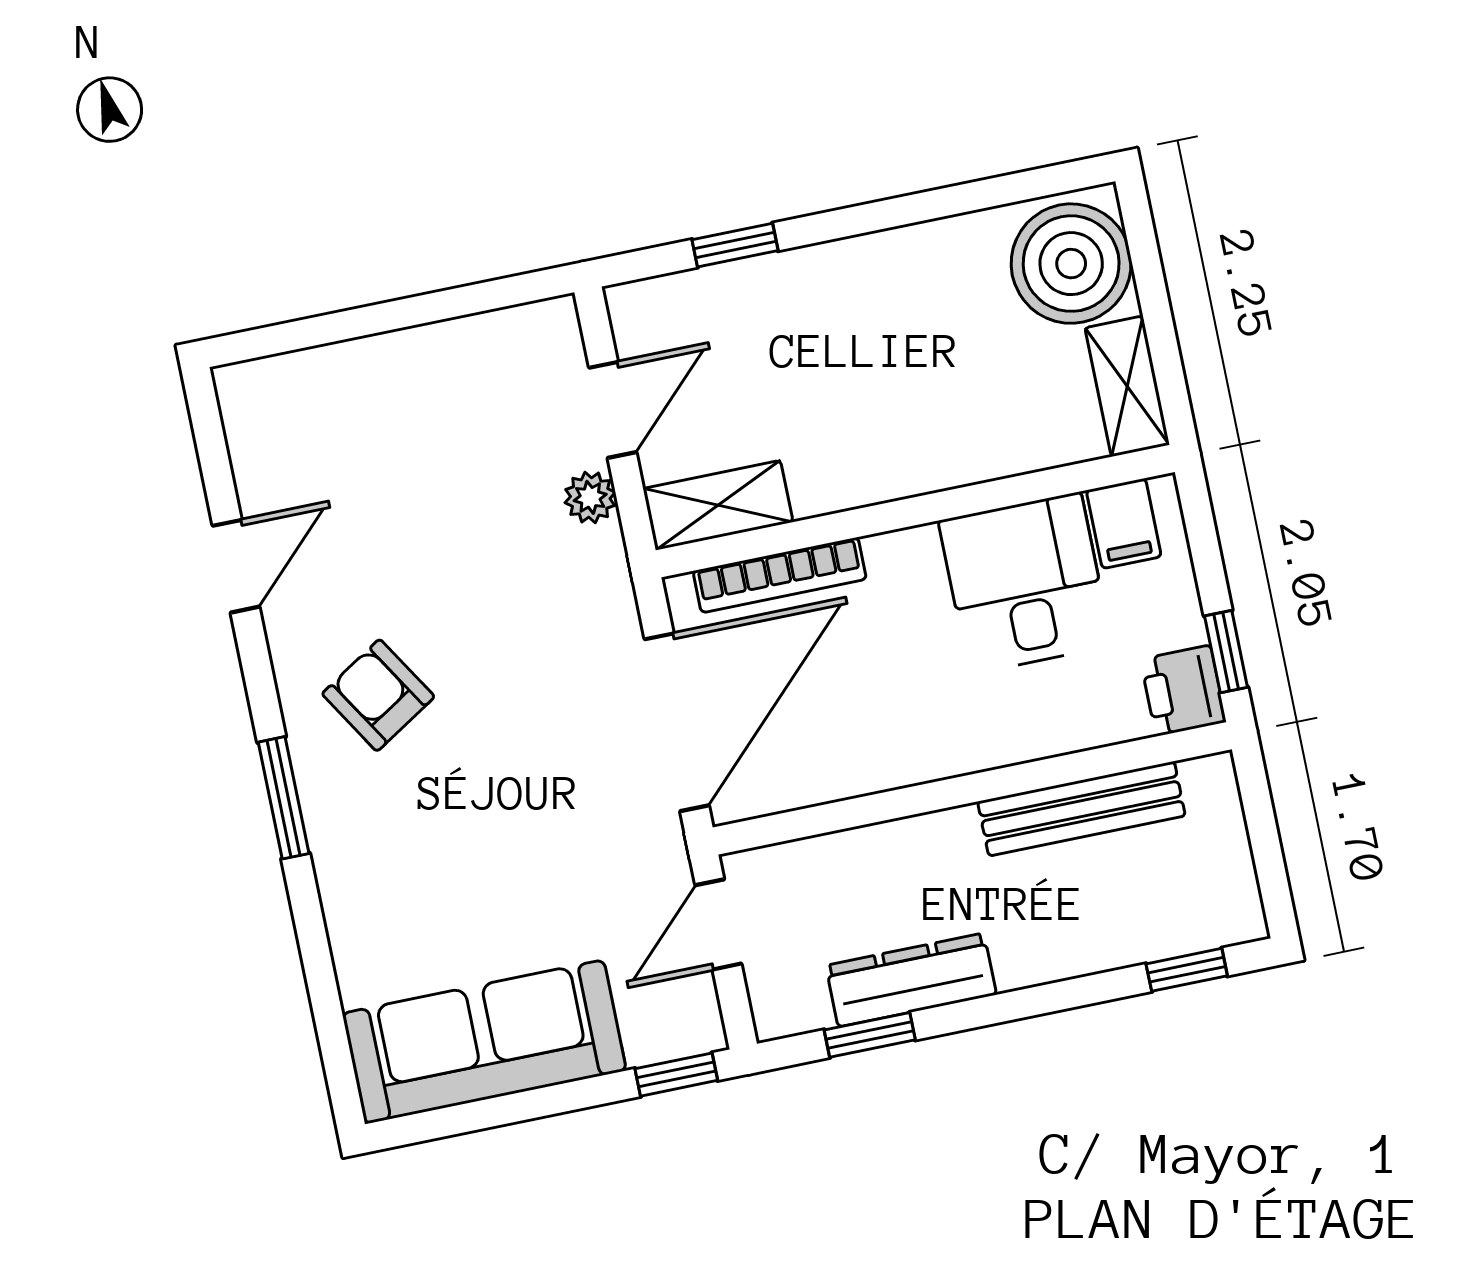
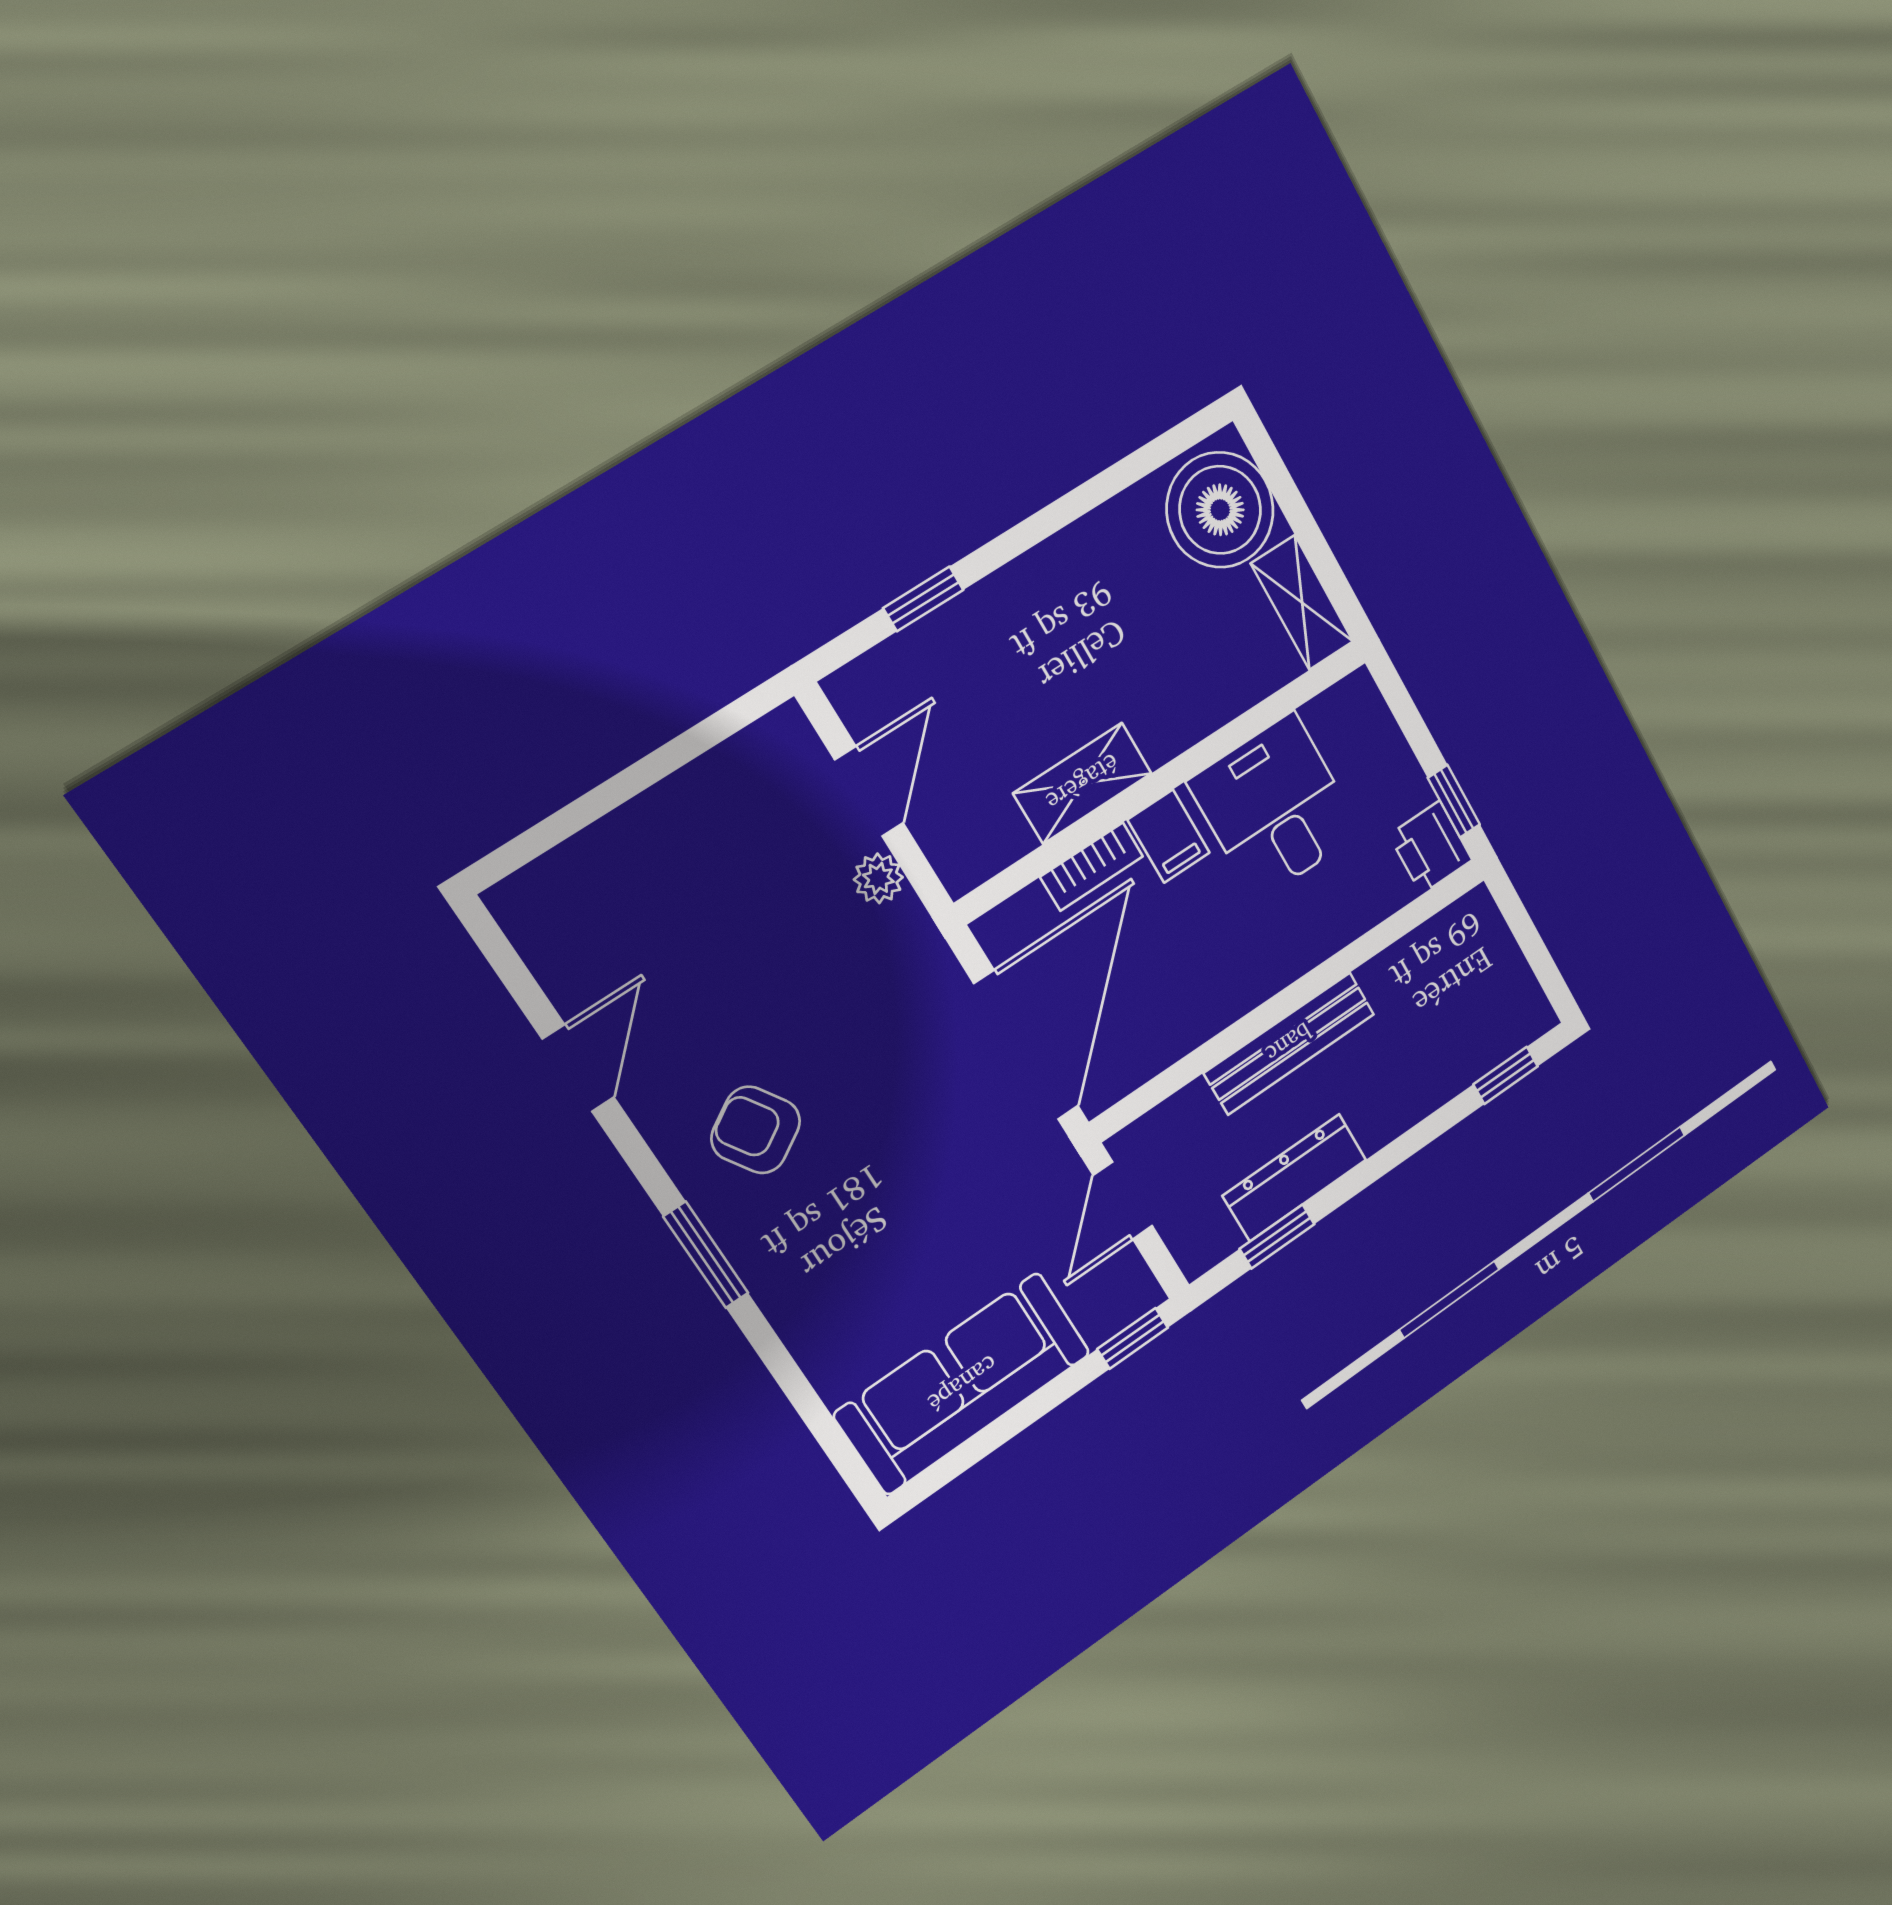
shelving: (718, 505) -> (1083, 783), moved
filing cabinet: (1124, 523) -> (1169, 836), moved
bookcase: (780, 575) -> (1092, 867), width x0.64
bench: (1081, 809) -> (1289, 1043), moved

